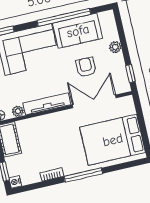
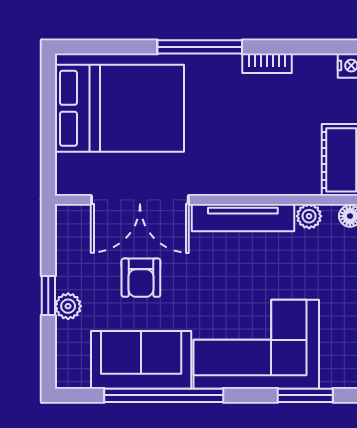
window: (130, 73) -> (48, 296), moved

